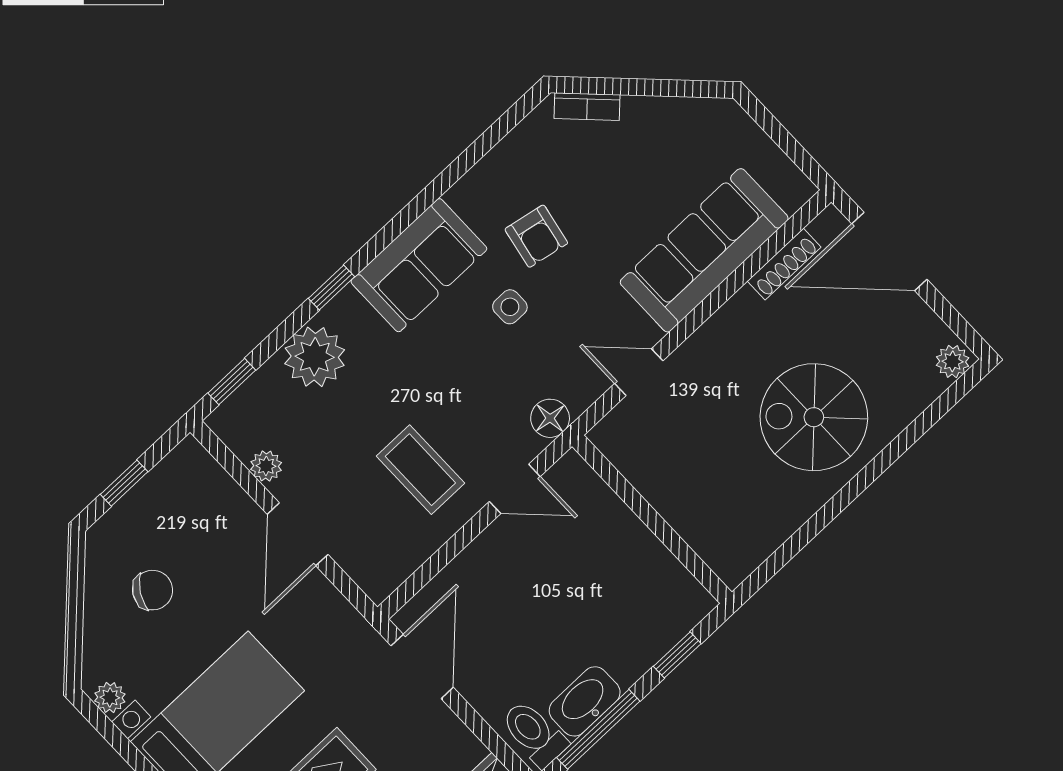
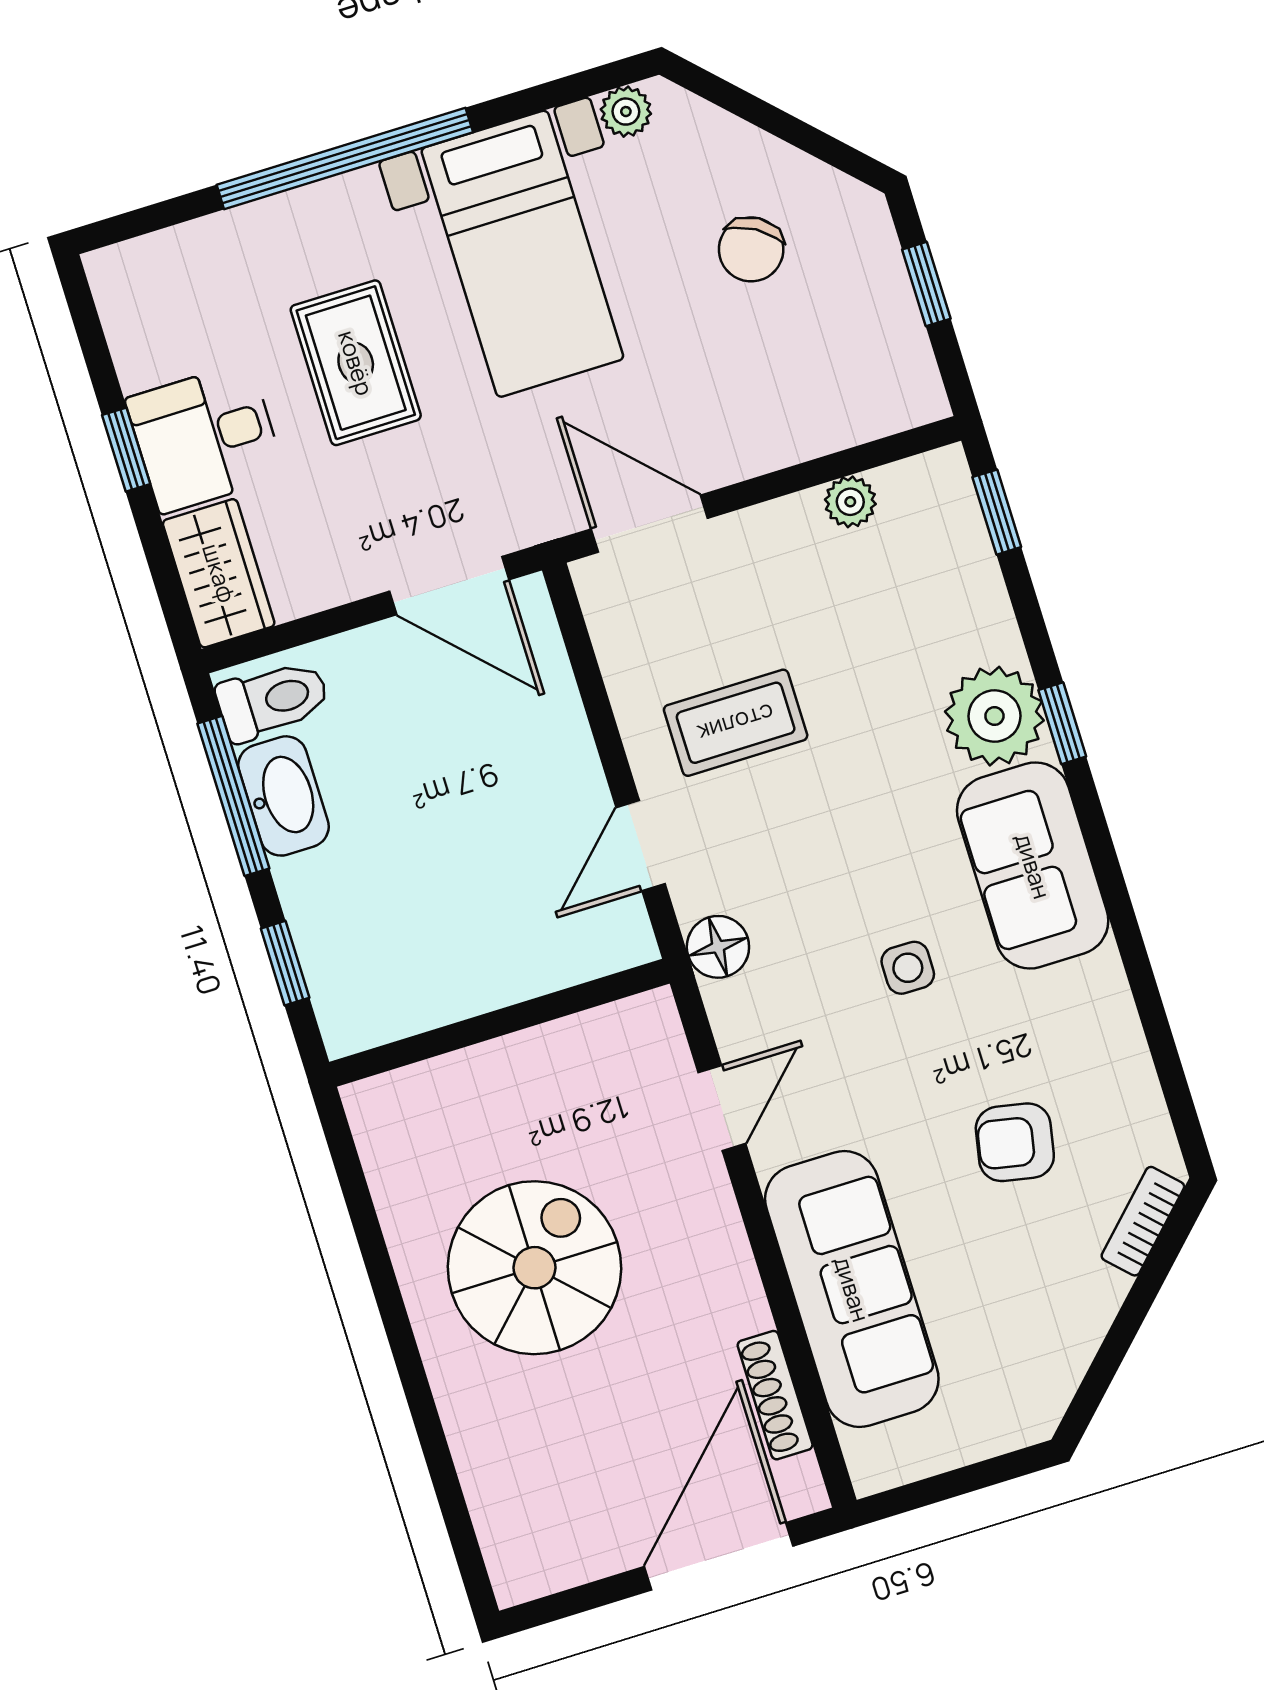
armchair: (536, 236) -> (1015, 1142), moved
plant: (315, 357) -> (994, 716), moved
plant: (953, 361) -> (515, 1570), removed
spiral stairs: (814, 417) -> (534, 1268), moved
door: (298, 534) -> (649, 524), moved

